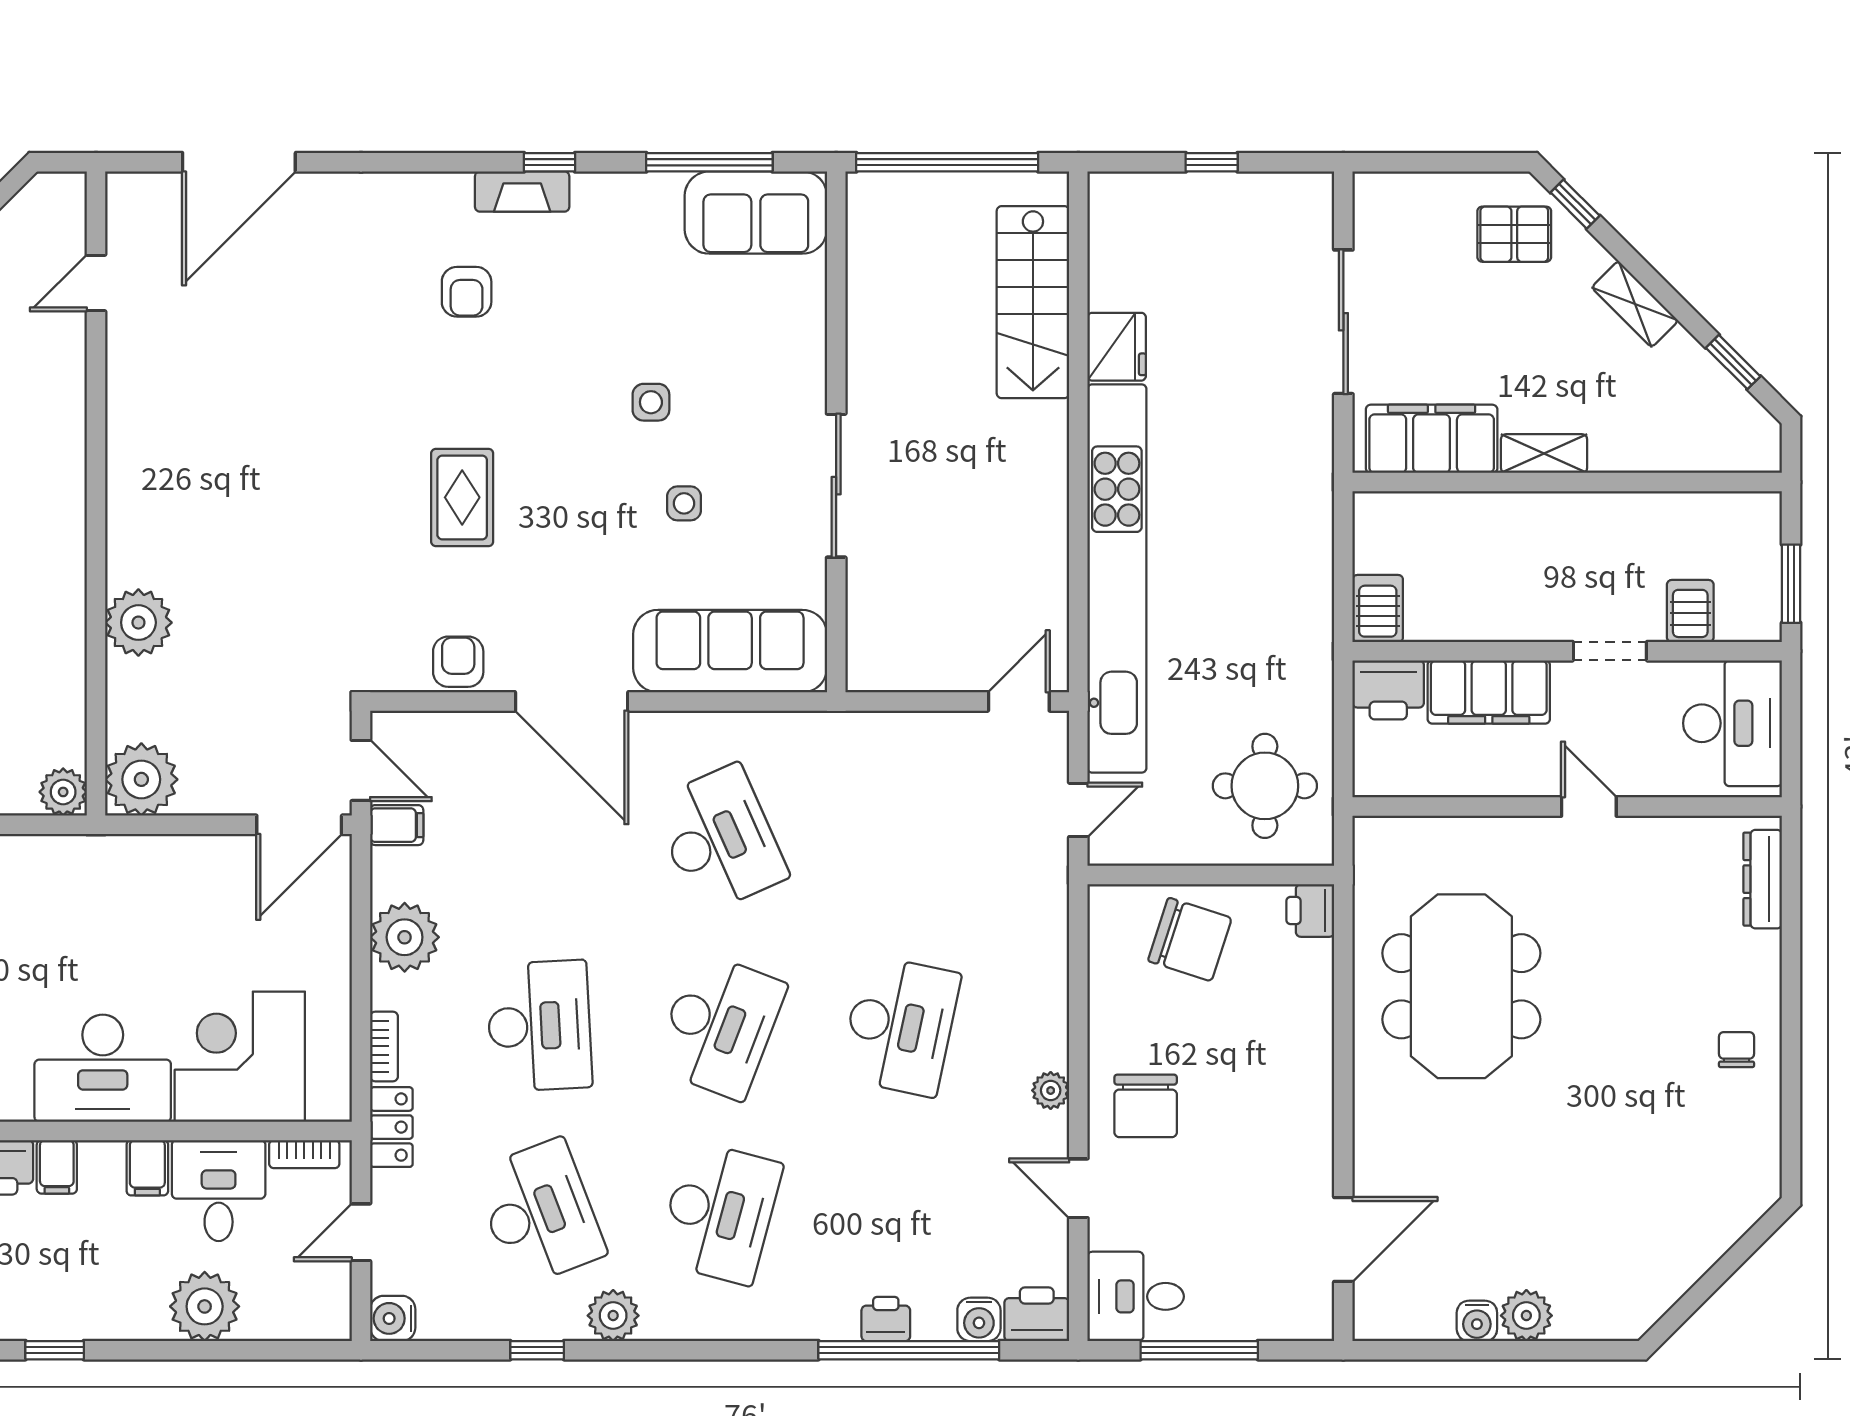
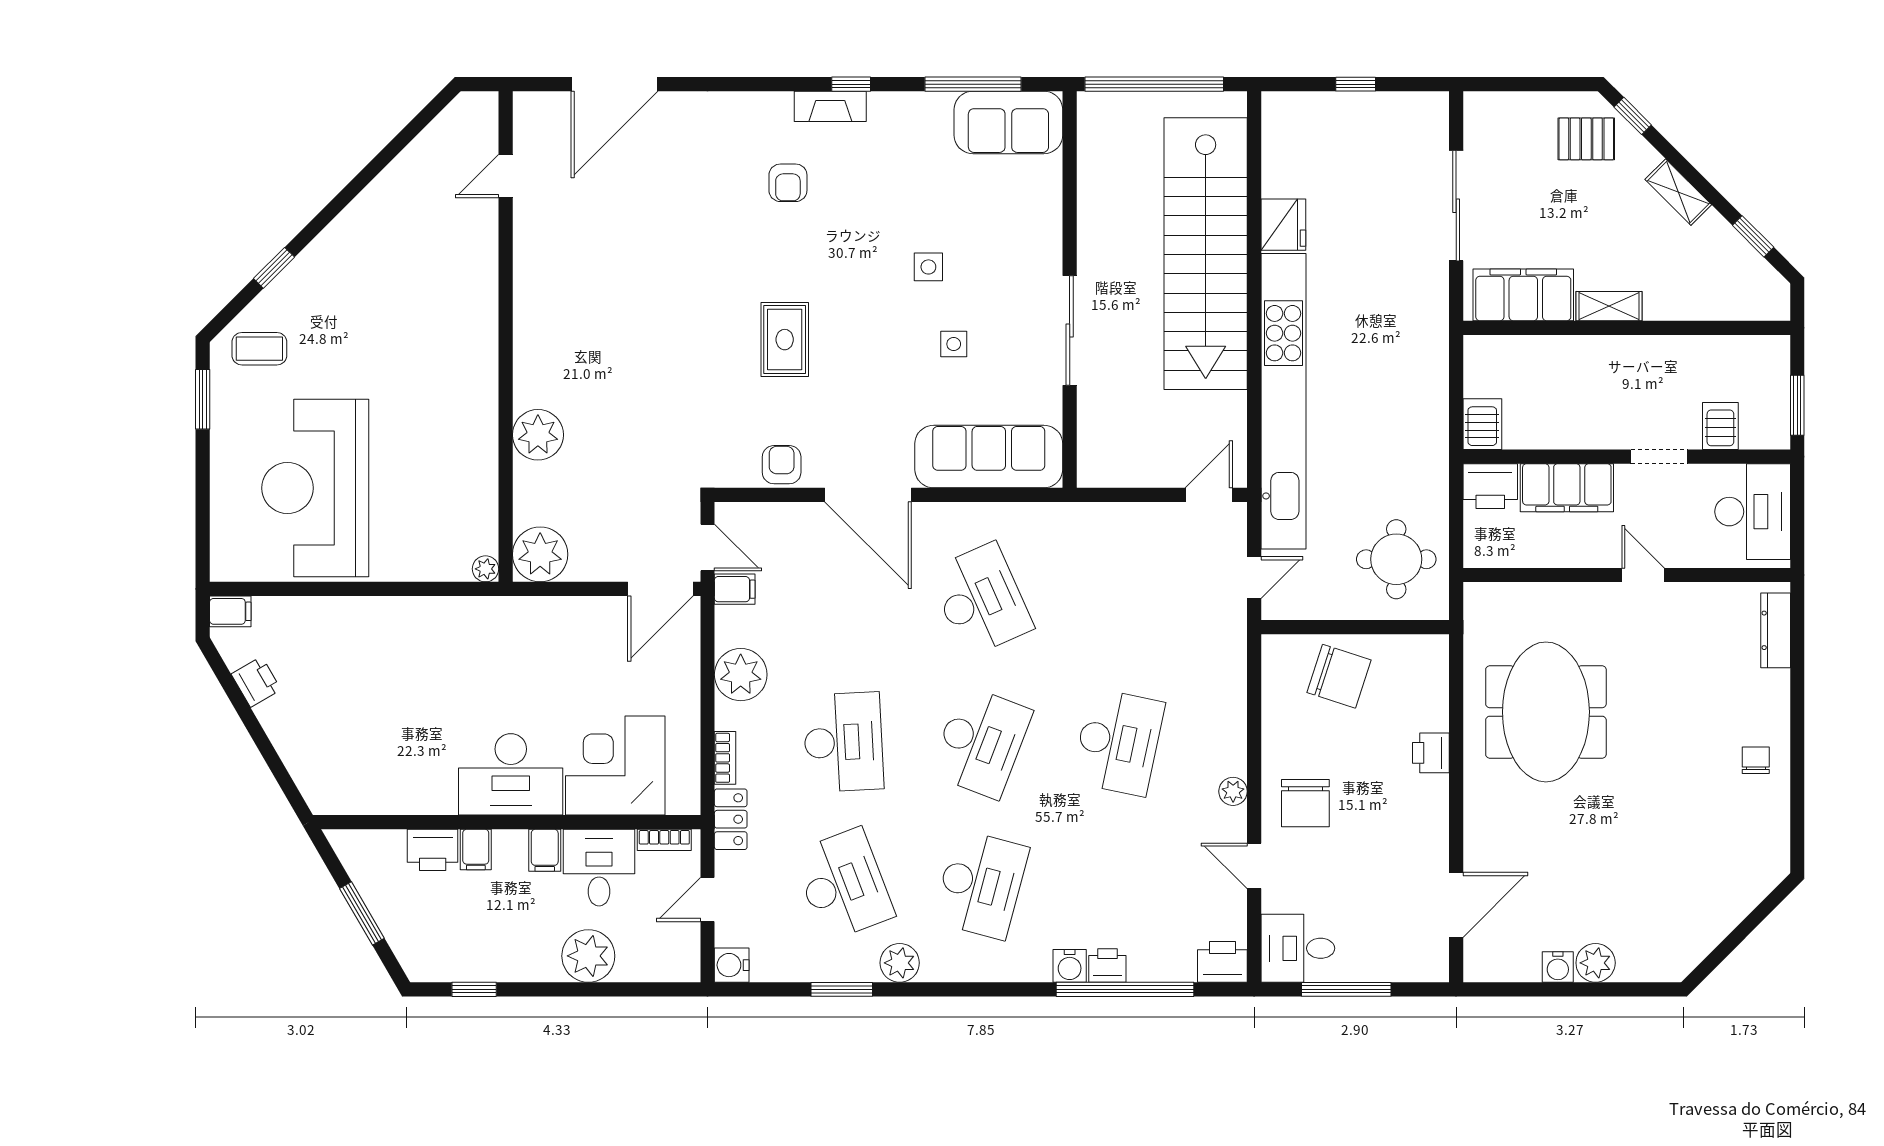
stairs: (1033, 302) -> (1206, 254), width x1.86, depth x1.51
plant: (63, 792) -> (486, 569), width x0.73, depth x0.73
printer: (1310, 910) -> (1431, 753), moved
water cooler: (979, 1319) -> (1070, 966), moved
window: (537, 1350) -> (842, 989), width x1.50

